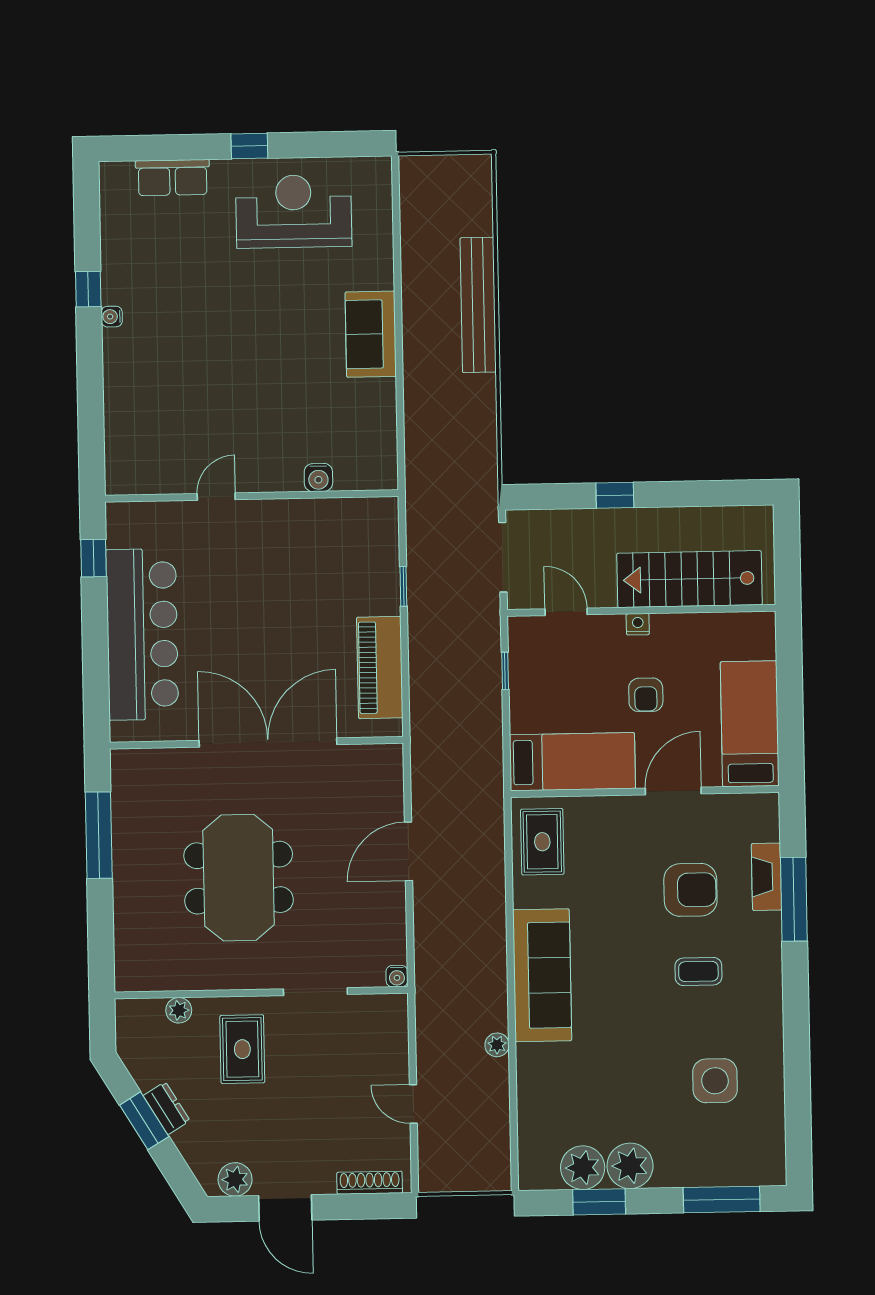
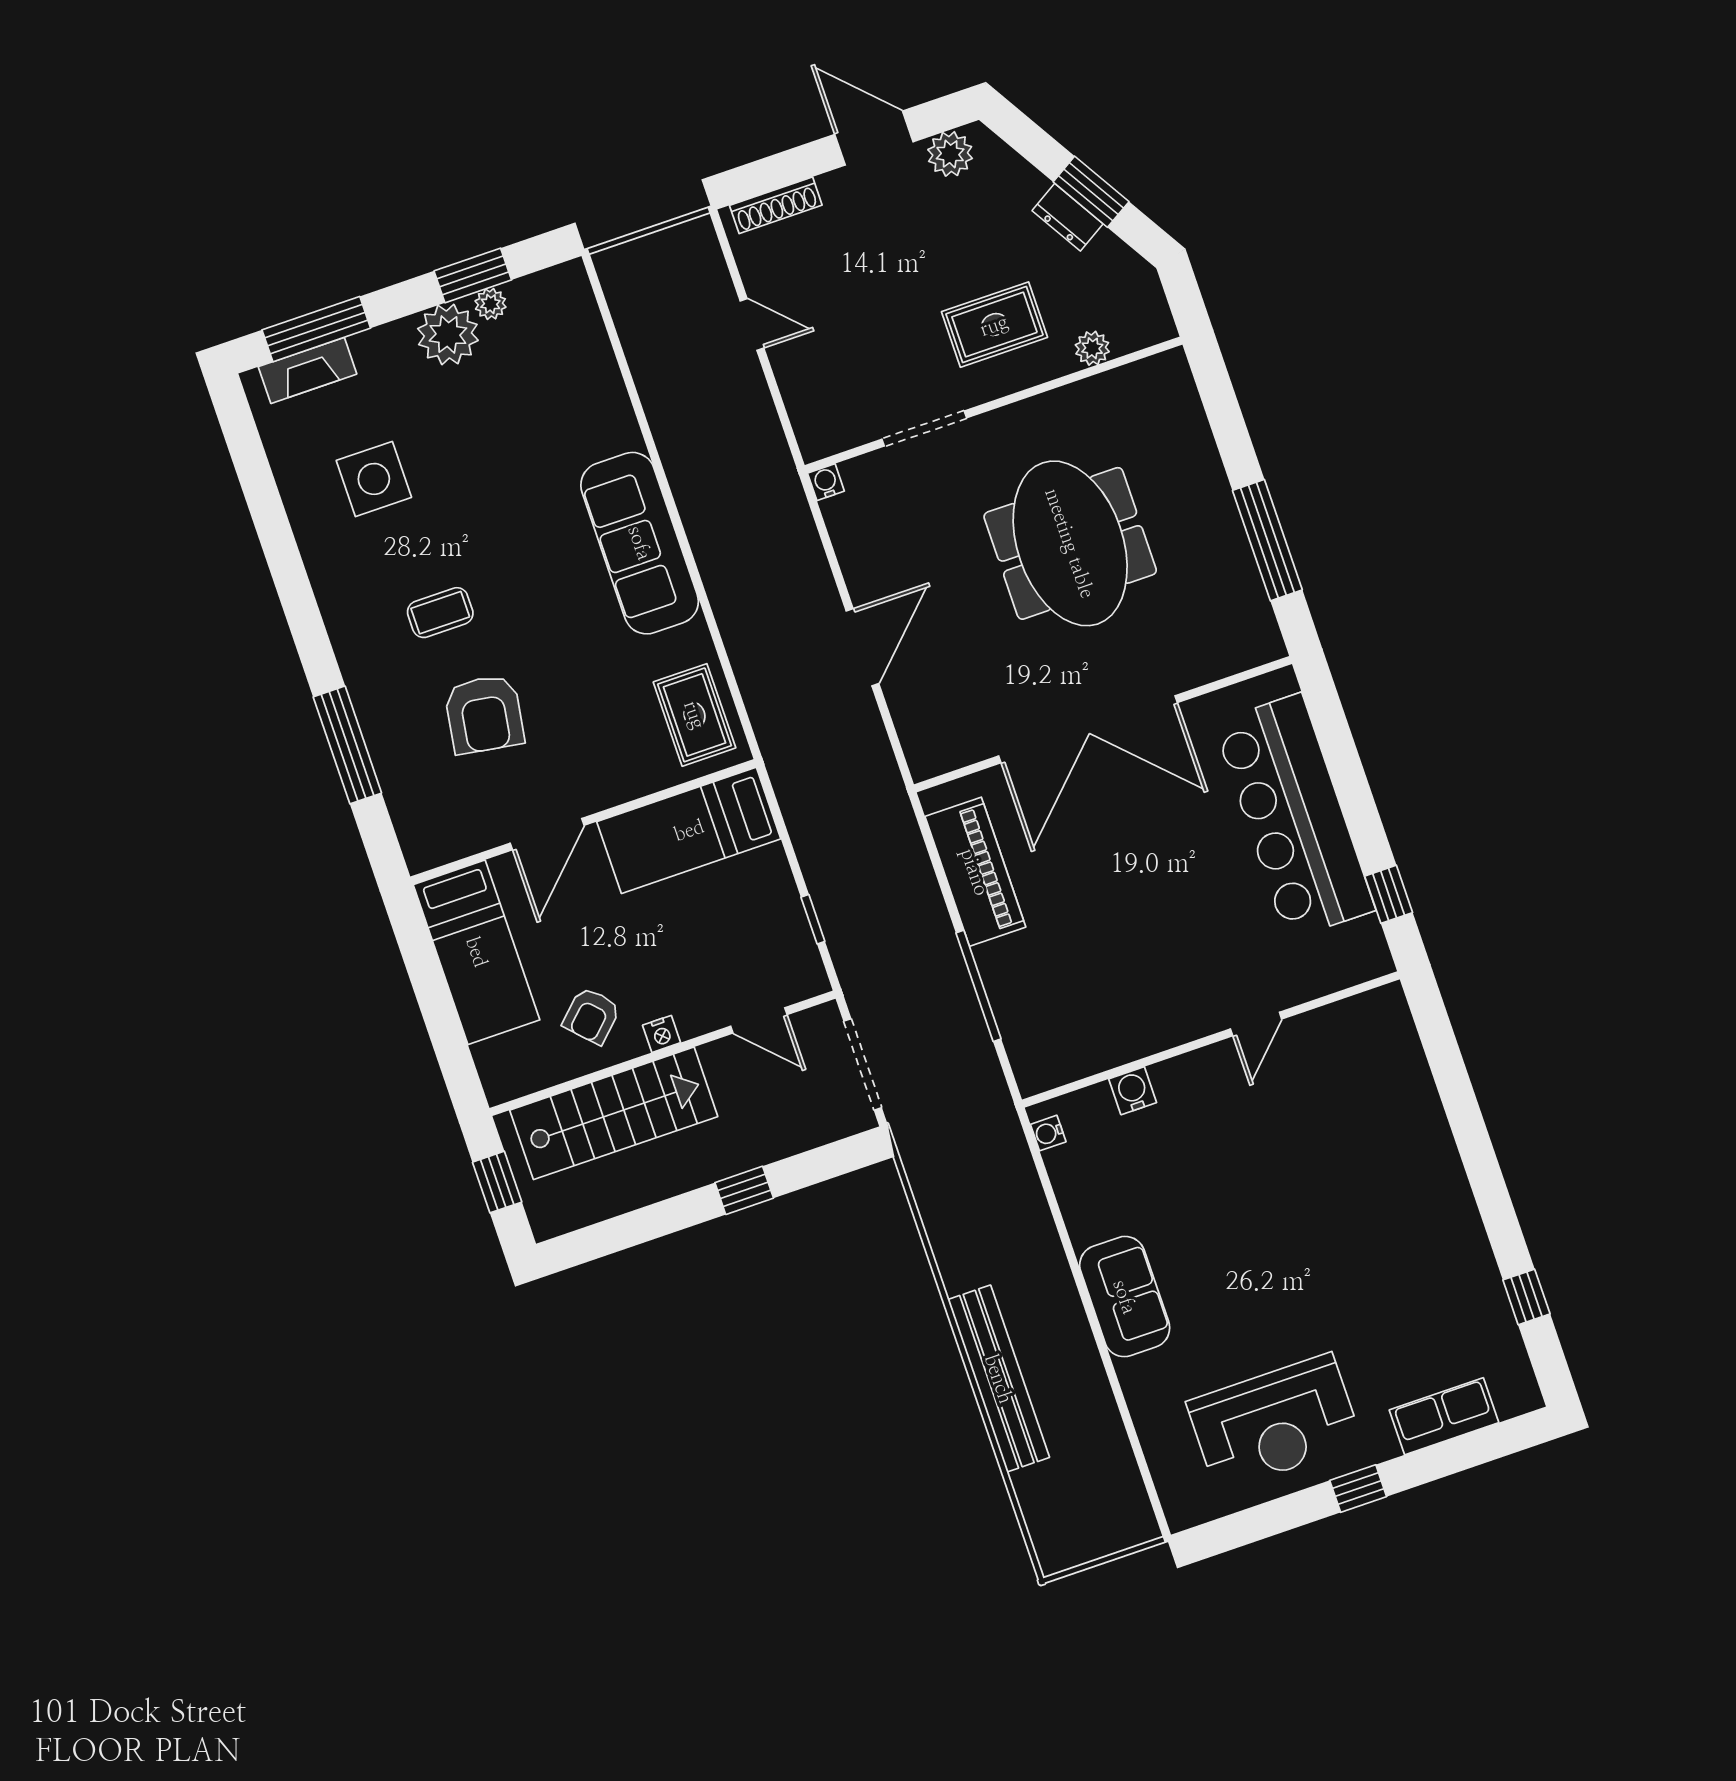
window: (88, 289) -> (1526, 1297), moved
water cooler: (112, 317) -> (1048, 1133), moved, turned 180
window: (787, 557) -> (497, 1182), added
window: (403, 586) -> (978, 986), width x2.17
armchair: (646, 695) -> (591, 1016), moved, turned -134
fireplace: (766, 877) -> (308, 370), moved, turned 90
armchair: (690, 890) -> (484, 714), turned -81
plant: (497, 1045) -> (669, 435), removed
rug: (242, 1049) -> (994, 325), turned 90
plant: (583, 1168) -> (490, 304), width x0.53, depth x0.53

